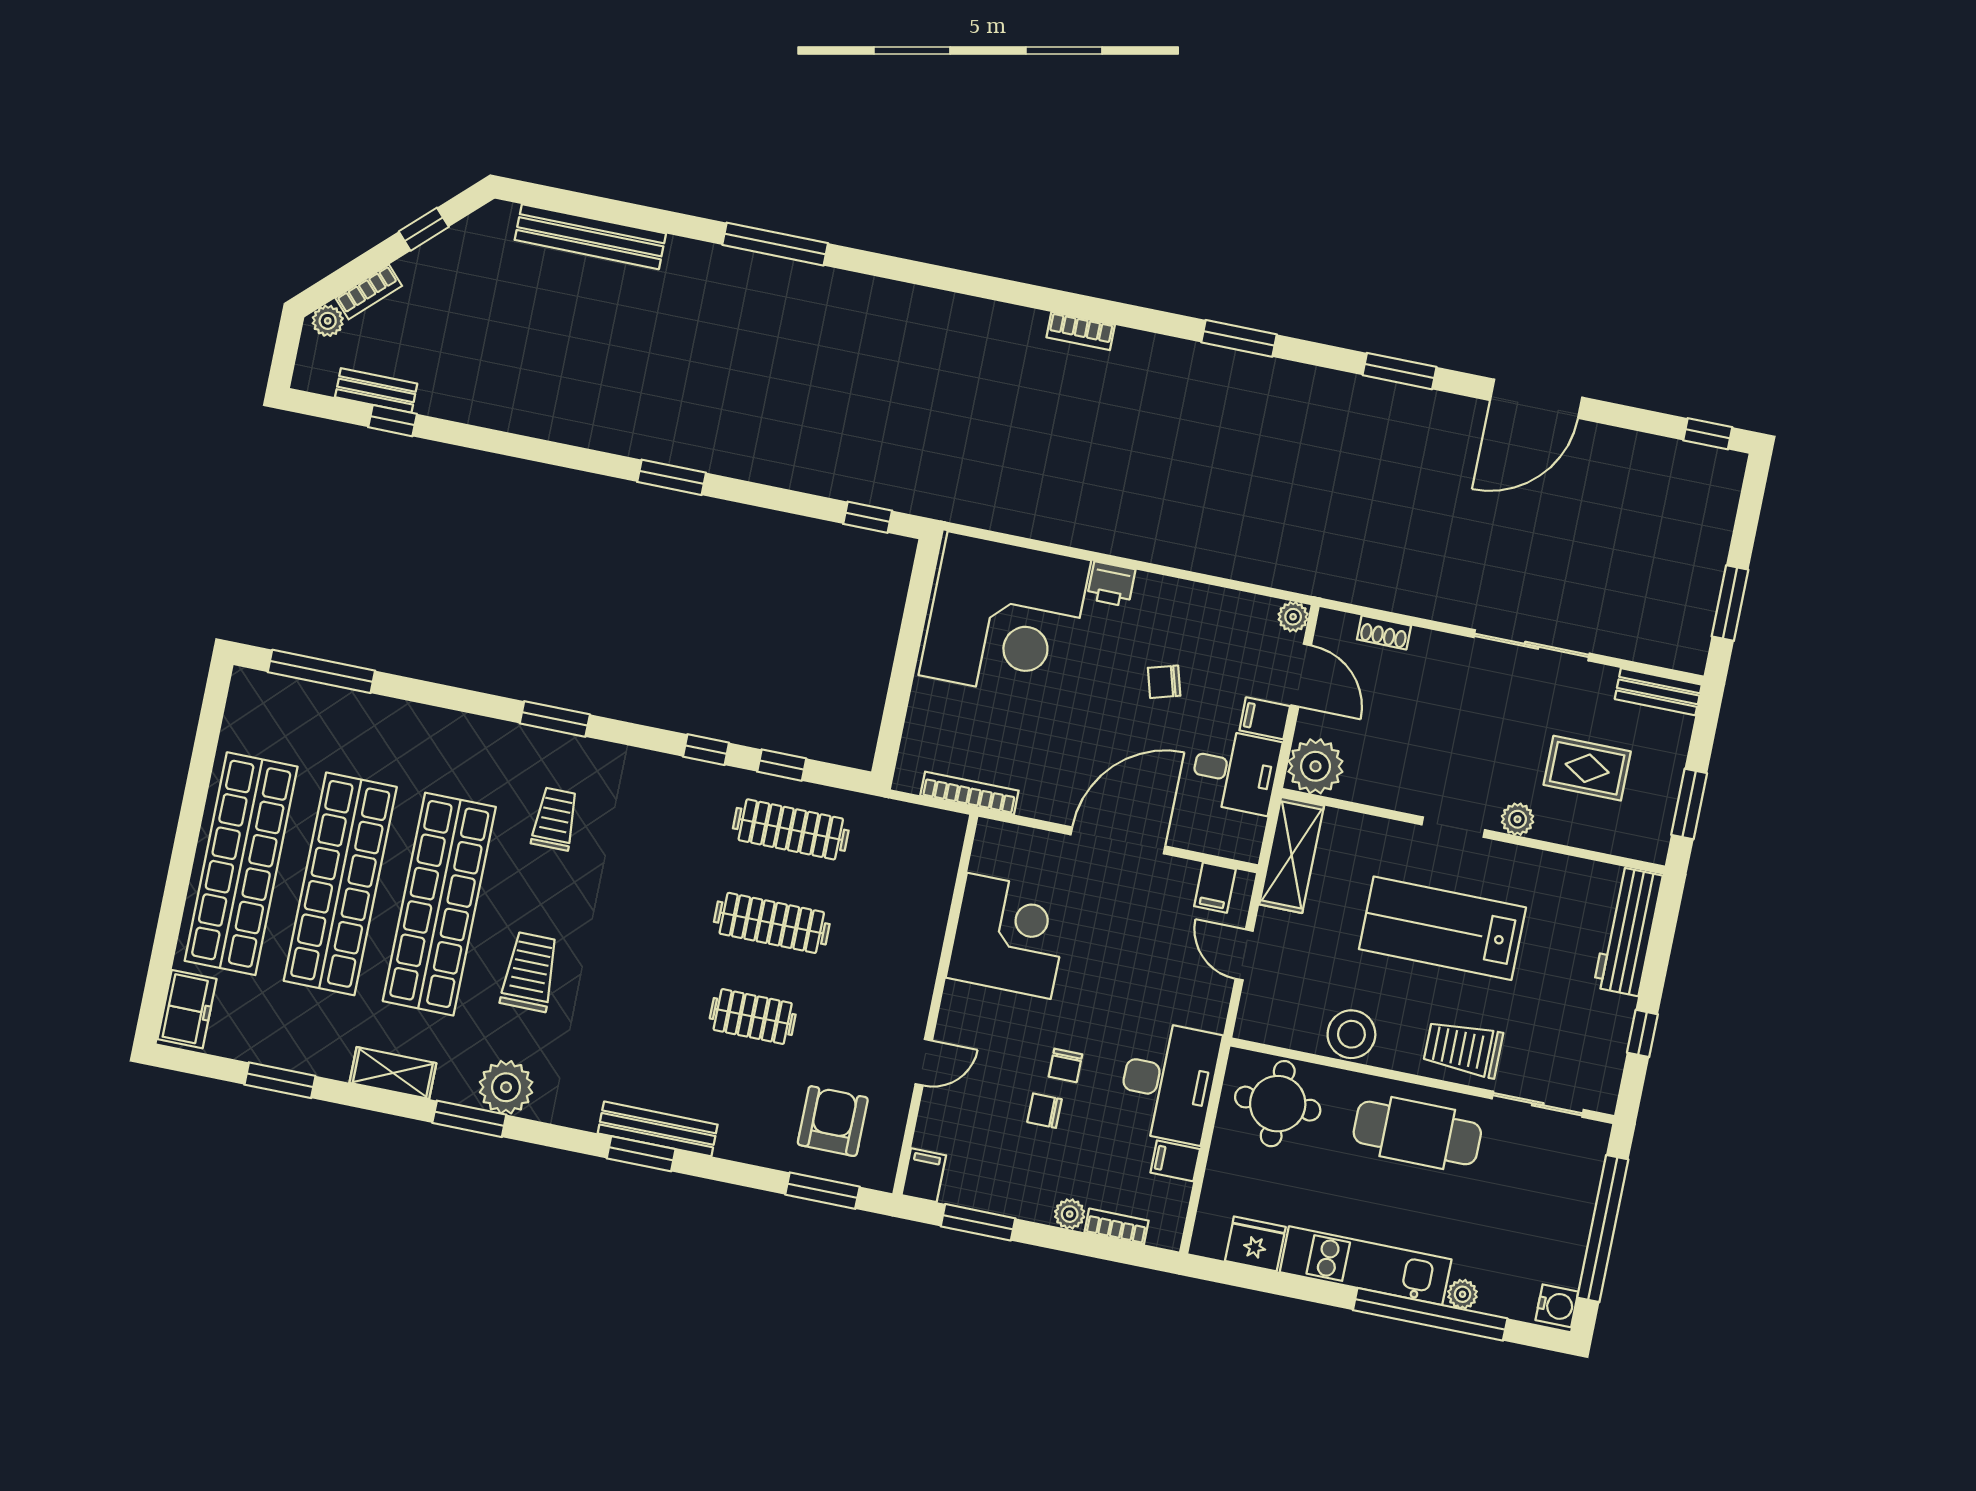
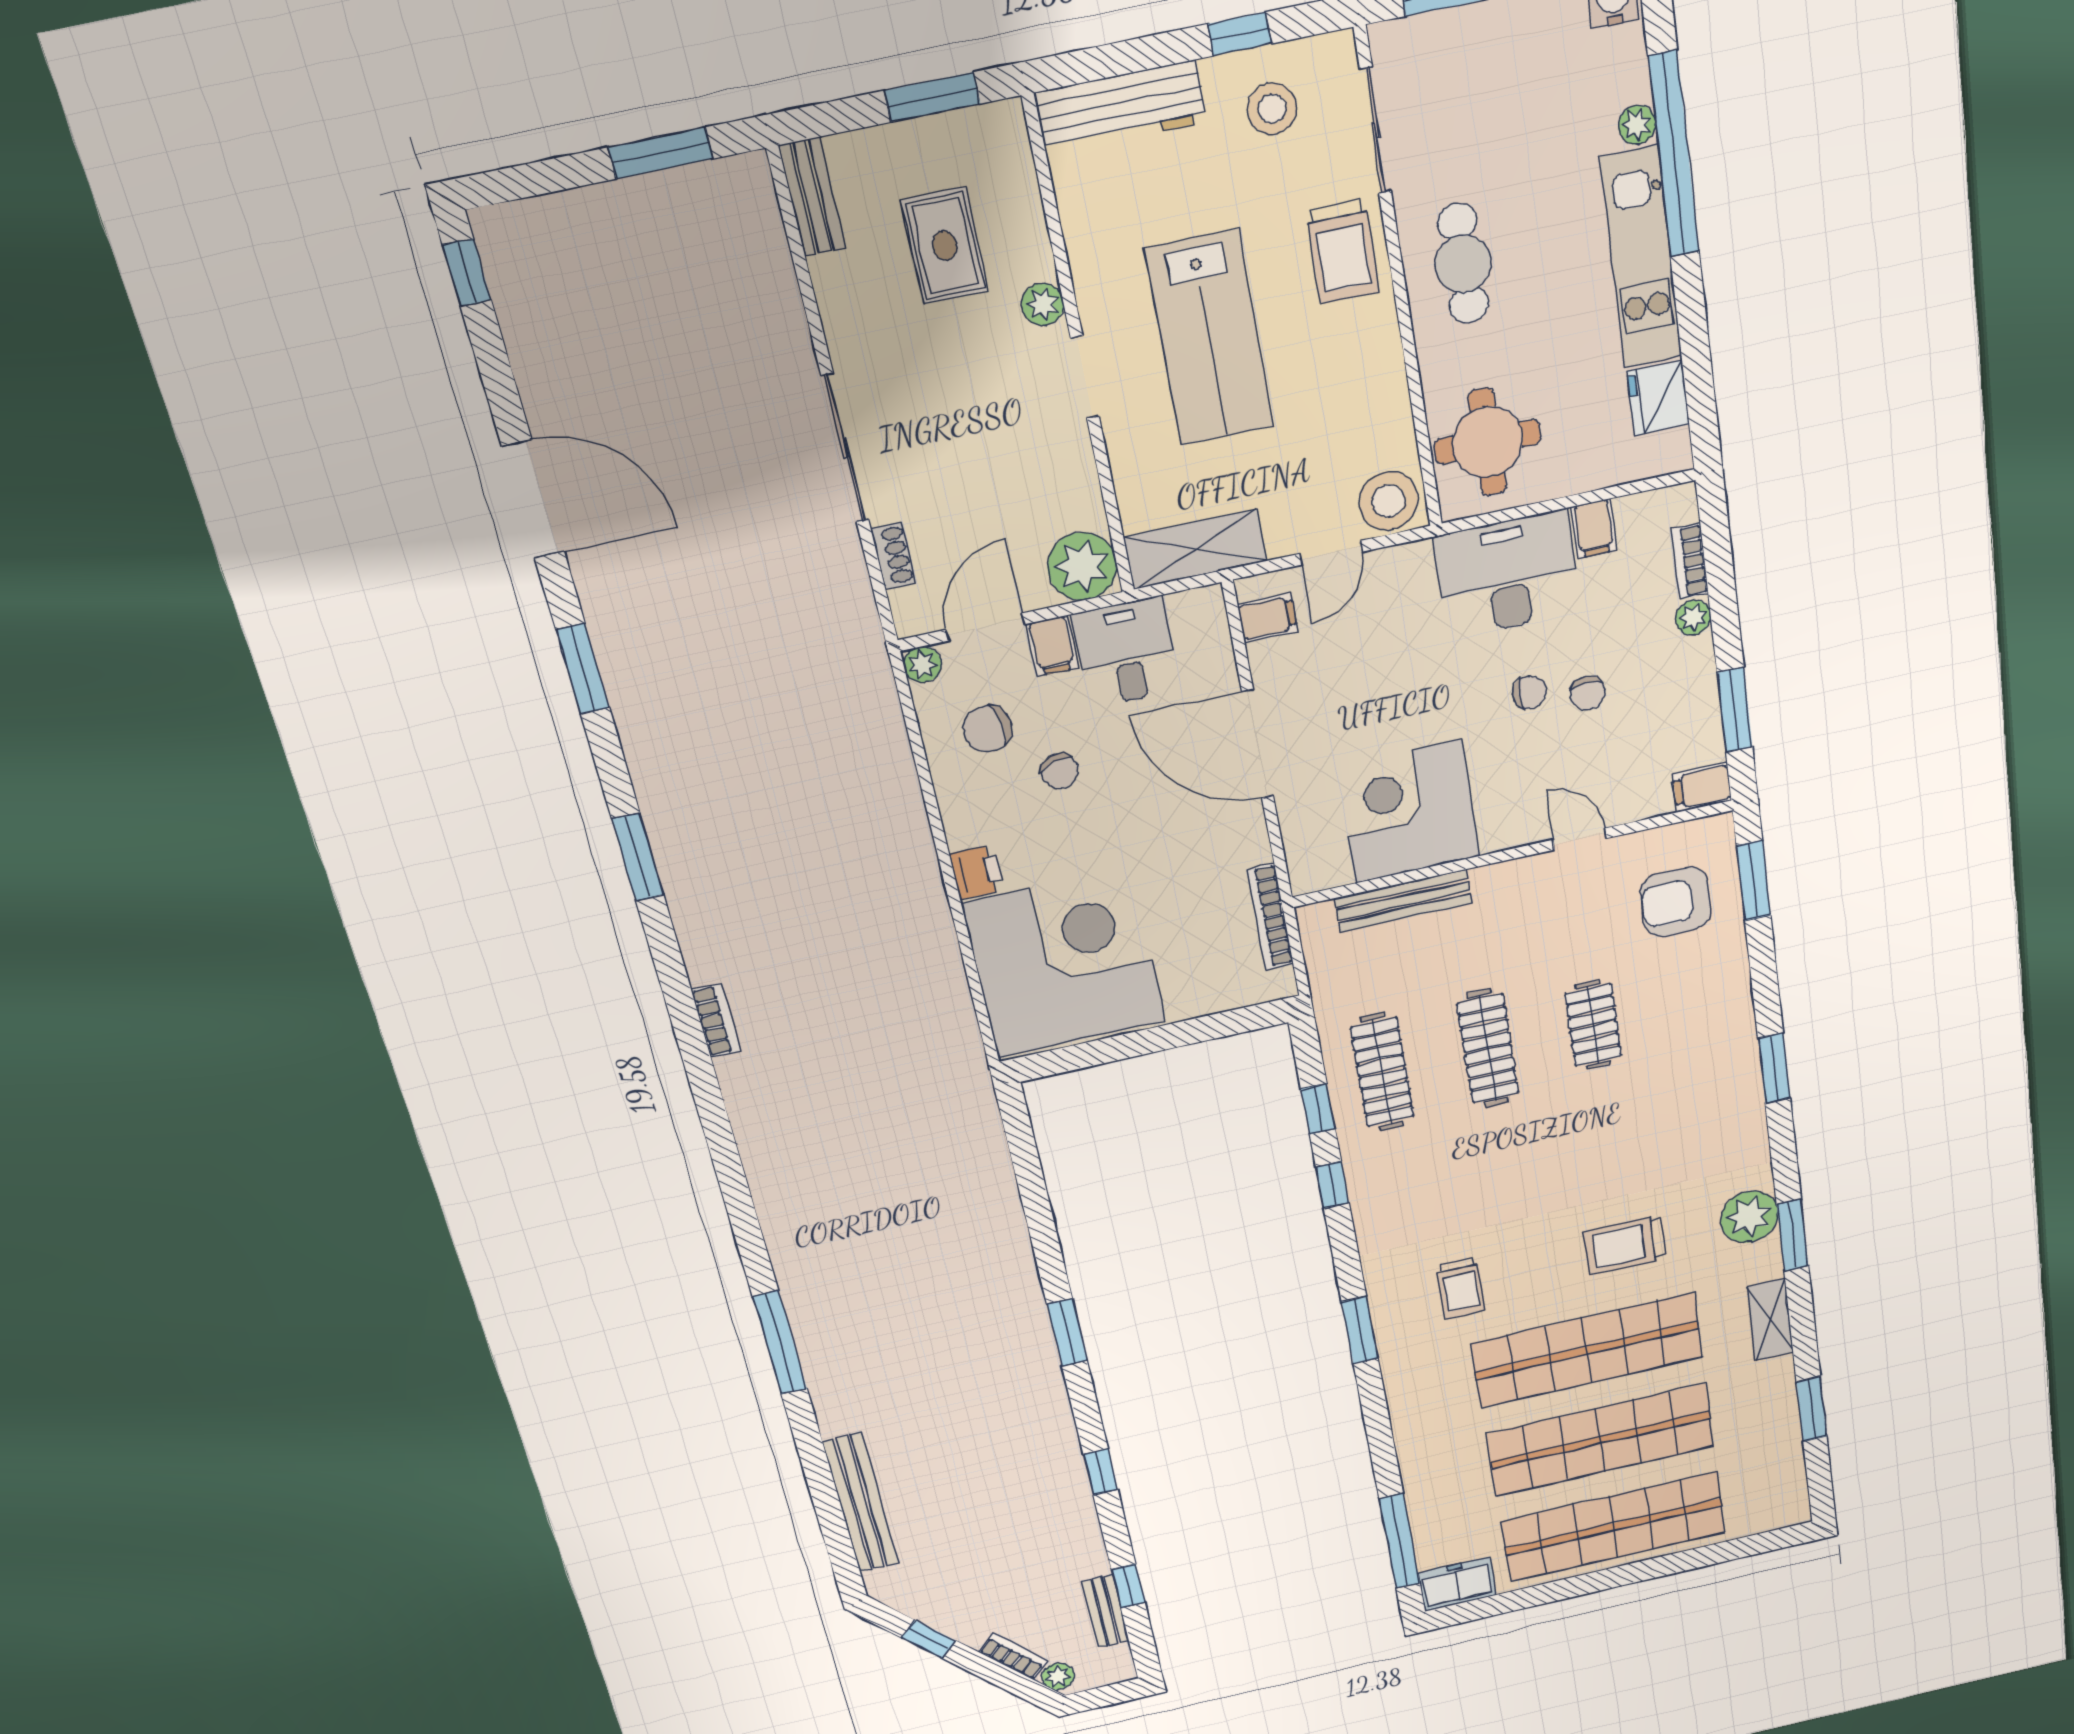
window: (868, 517) -> (1101, 1472), moved
chair: (1222, 642) -> (988, 729), added
sliding door: (1532, 645) -> (845, 448), moved
trolley: (555, 819) -> (1461, 1288), turned -90
freezer: (187, 1009) -> (1457, 1584), moved
stool: (1351, 1034) -> (1388, 501), moved
stool: (1583, 1037) -> (1272, 109), added
bench: (658, 1129) -> (1403, 901), moved, turned 90
cafe table: (1417, 1133) -> (1463, 264), width x0.73, depth x0.74

